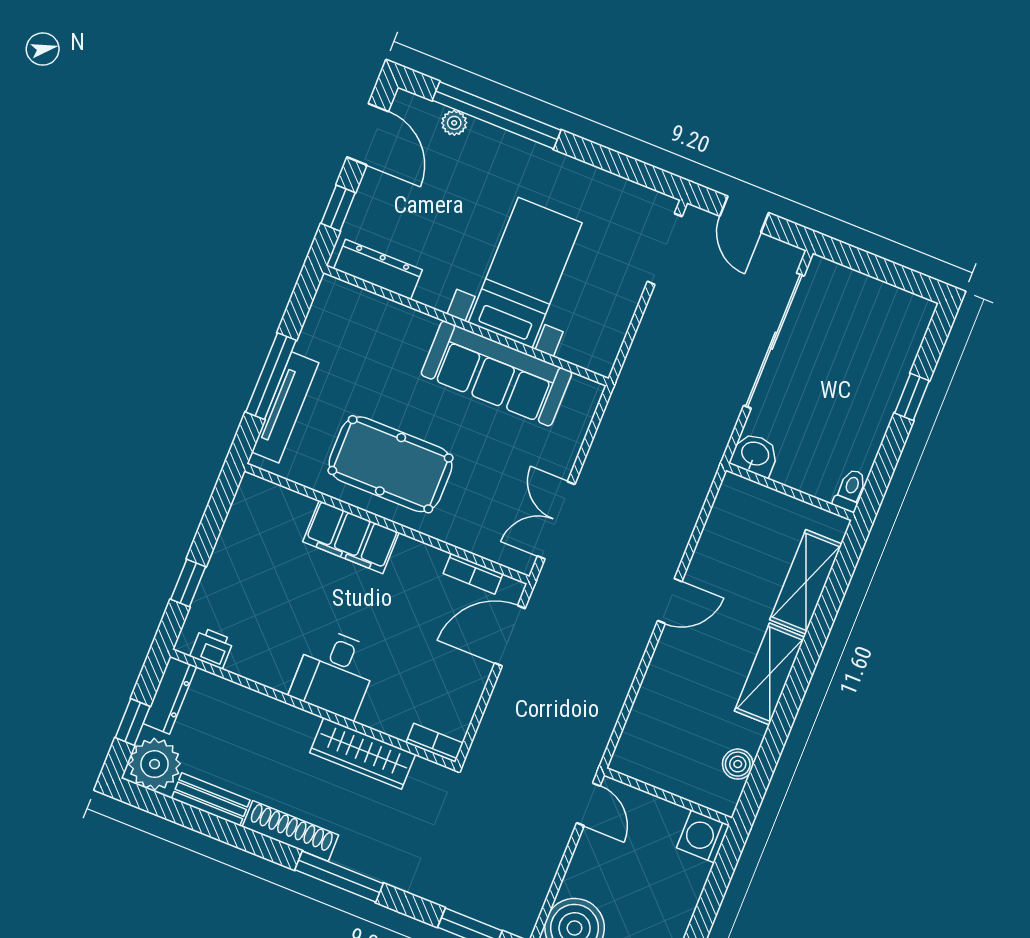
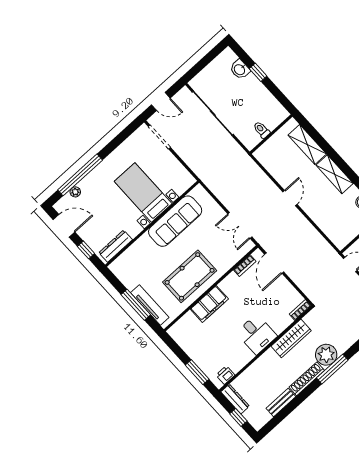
washbasin: (755, 455) -> (240, 69), moved, turned -90
toilet: (850, 490) -> (262, 130), moved
window: (188, 583) -> (197, 372), width x1.50
plant: (155, 764) -> (326, 355), moved

